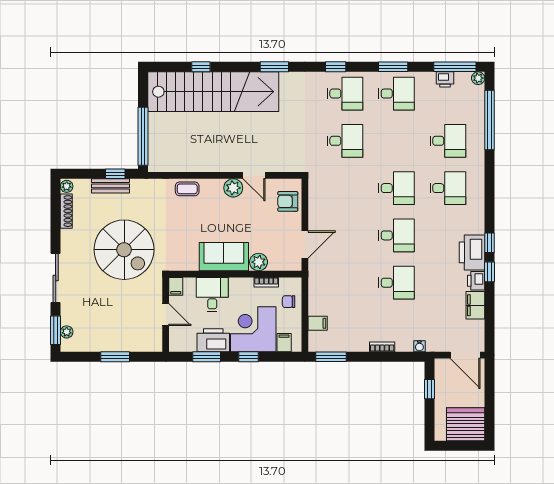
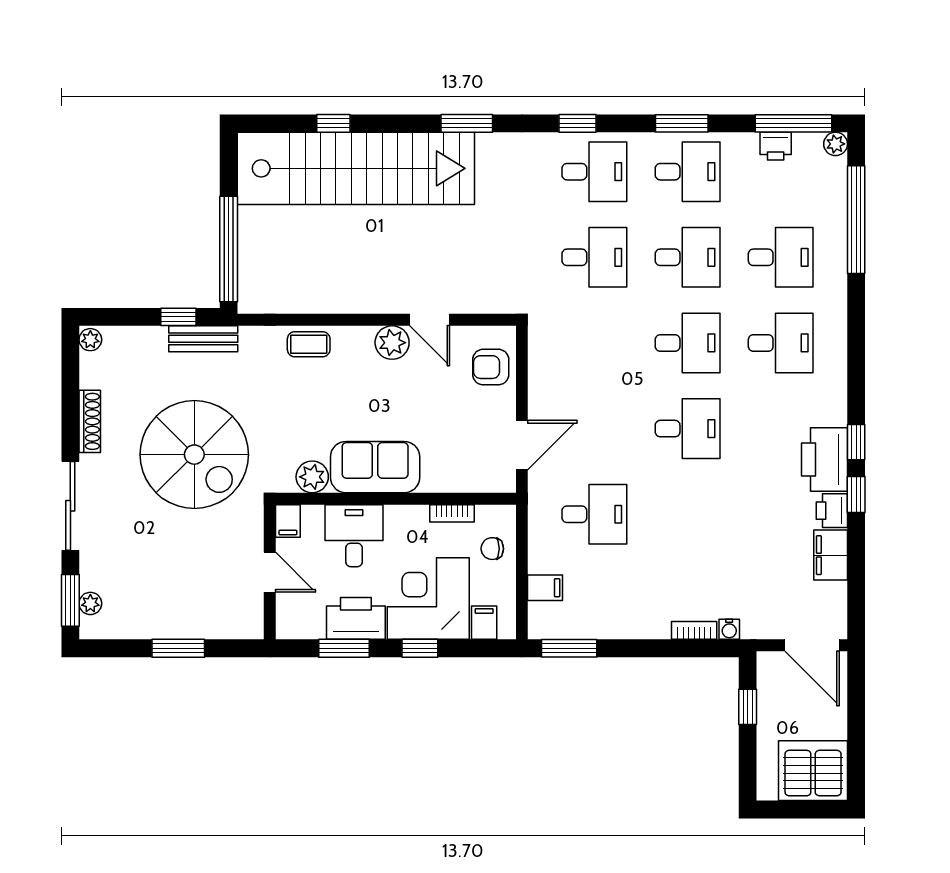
desk: (396, 141) -> (688, 257), added
bench: (110, 186) -> (203, 339), moved
shoe rack: (66, 211) -> (90, 421), moved
plant: (259, 262) -> (312, 477), moved
desk: (396, 283) -> (594, 514), moved
bookcase: (382, 347) -> (694, 630), moved

